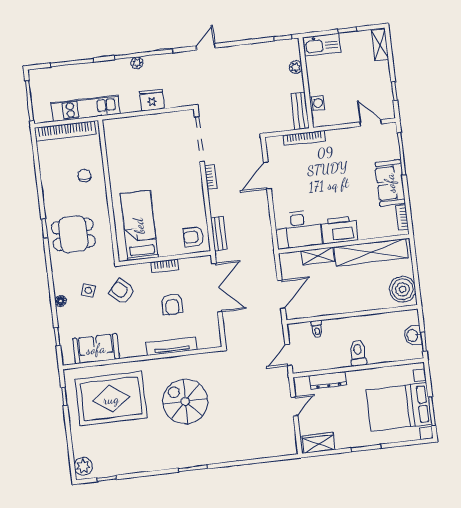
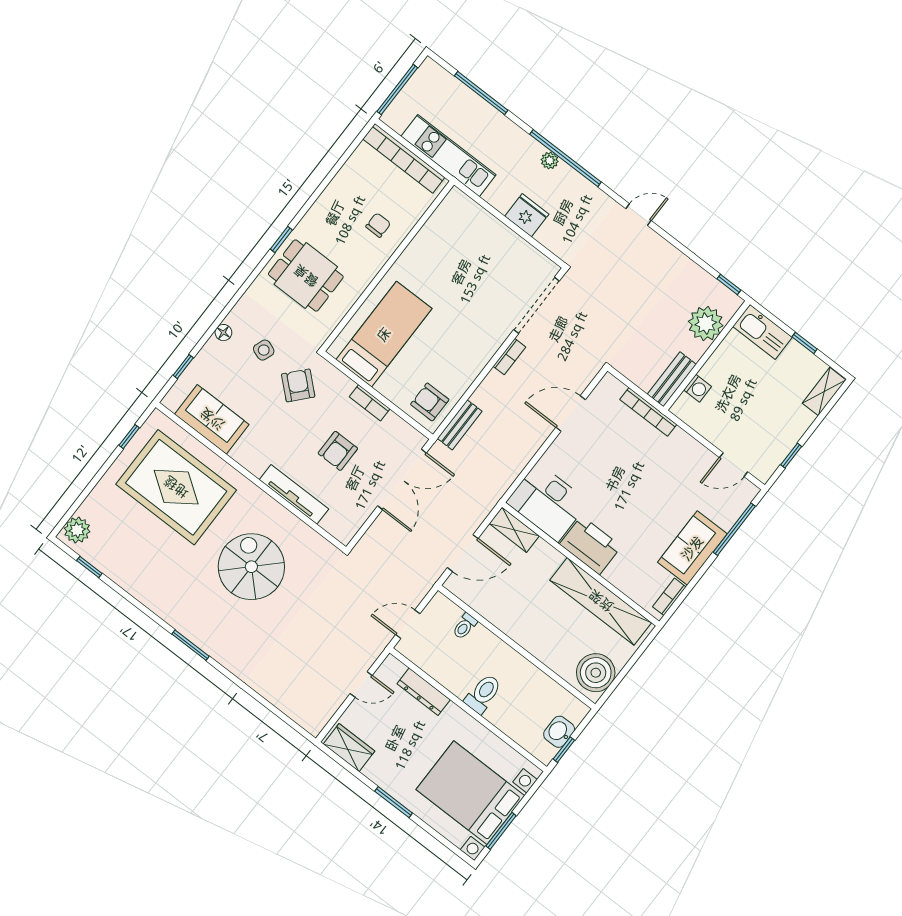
plant: (296, 67) -> (706, 324), width x1.88, depth x1.88
door: (371, 123) -> (734, 465), swing flipped
shelving: (318, 256) -> (514, 530), moved

